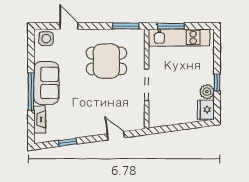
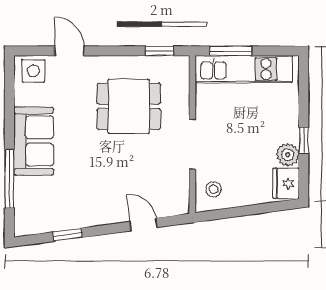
window: (126, 26) -> (159, 51), width x0.67
window: (31, 91) -> (9, 179), moved
stool: (160, 113) -> (214, 189), added
fireplace: (40, 119) -> (23, 199), removed

